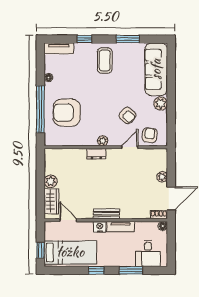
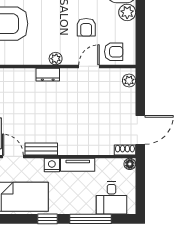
armchair: (127, 115) -> (86, 27), turned 49
armchair: (150, 135) -> (114, 52), turned 84
plant: (162, 177) -> (129, 81), moved
bench: (106, 214) -> (41, 149), moved
window: (131, 270) -> (90, 219), width x1.44

